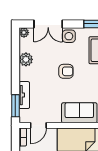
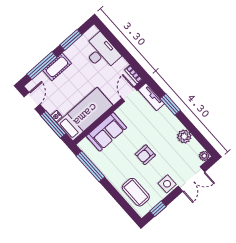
double door: (48, 24) -> (191, 179), swing flipped
tv unit: (24, 95) -> (151, 97), moved
window: (15, 106) -> (170, 104), moved

